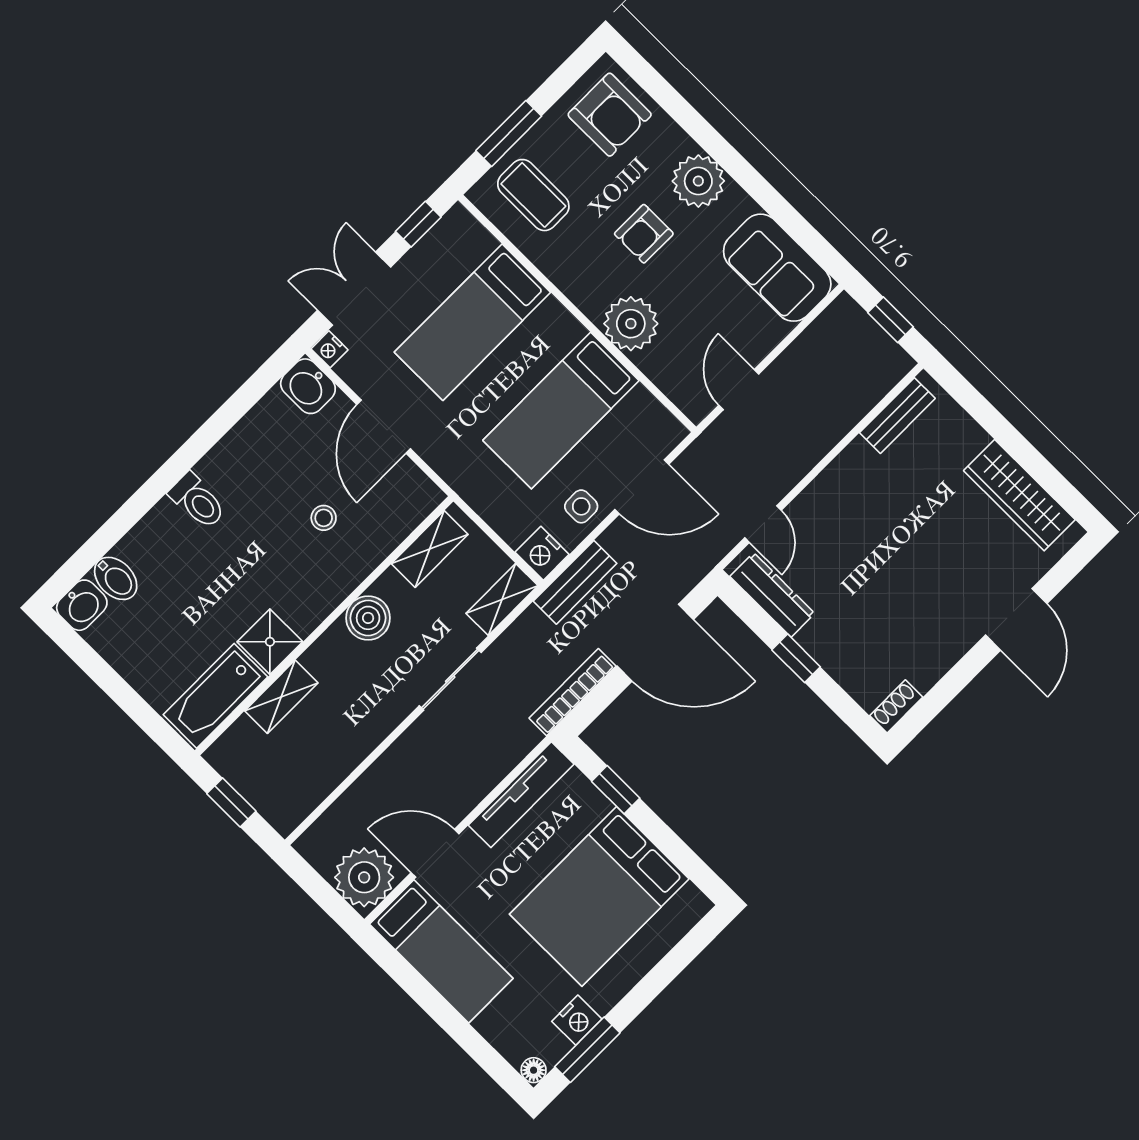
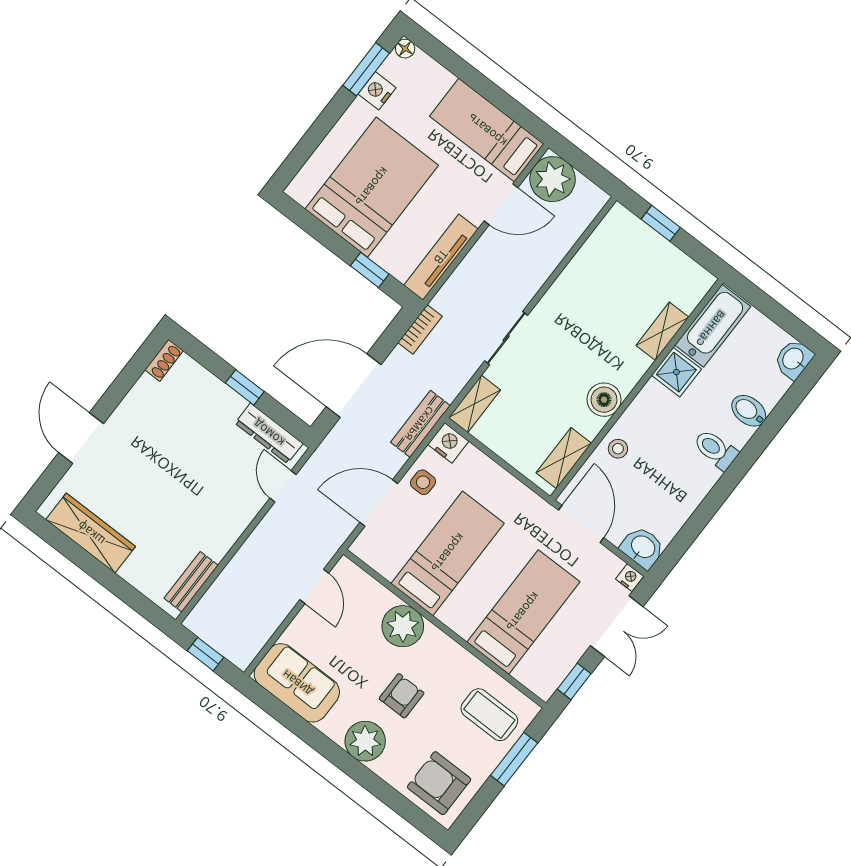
shelving: (430, 549) -> (564, 458), moved
bidet: (116, 578) -> (749, 411), moved
boiler: (368, 618) -> (604, 400), moved
wall: (324, 626) -> (637, 390), moved
shower: (270, 642) -> (676, 372), moved
bookcase: (573, 692) -> (420, 329), width x0.64
bathtub: (215, 696) -> (713, 326), moved
shelving: (281, 697) -> (662, 331), moved

